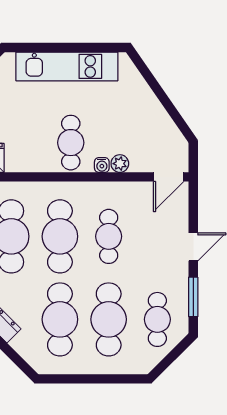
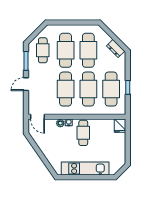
door: (169, 177) -> (38, 117), swing flipped
cafe table: (109, 236) -> (66, 89), width x1.37, depth x1.35

